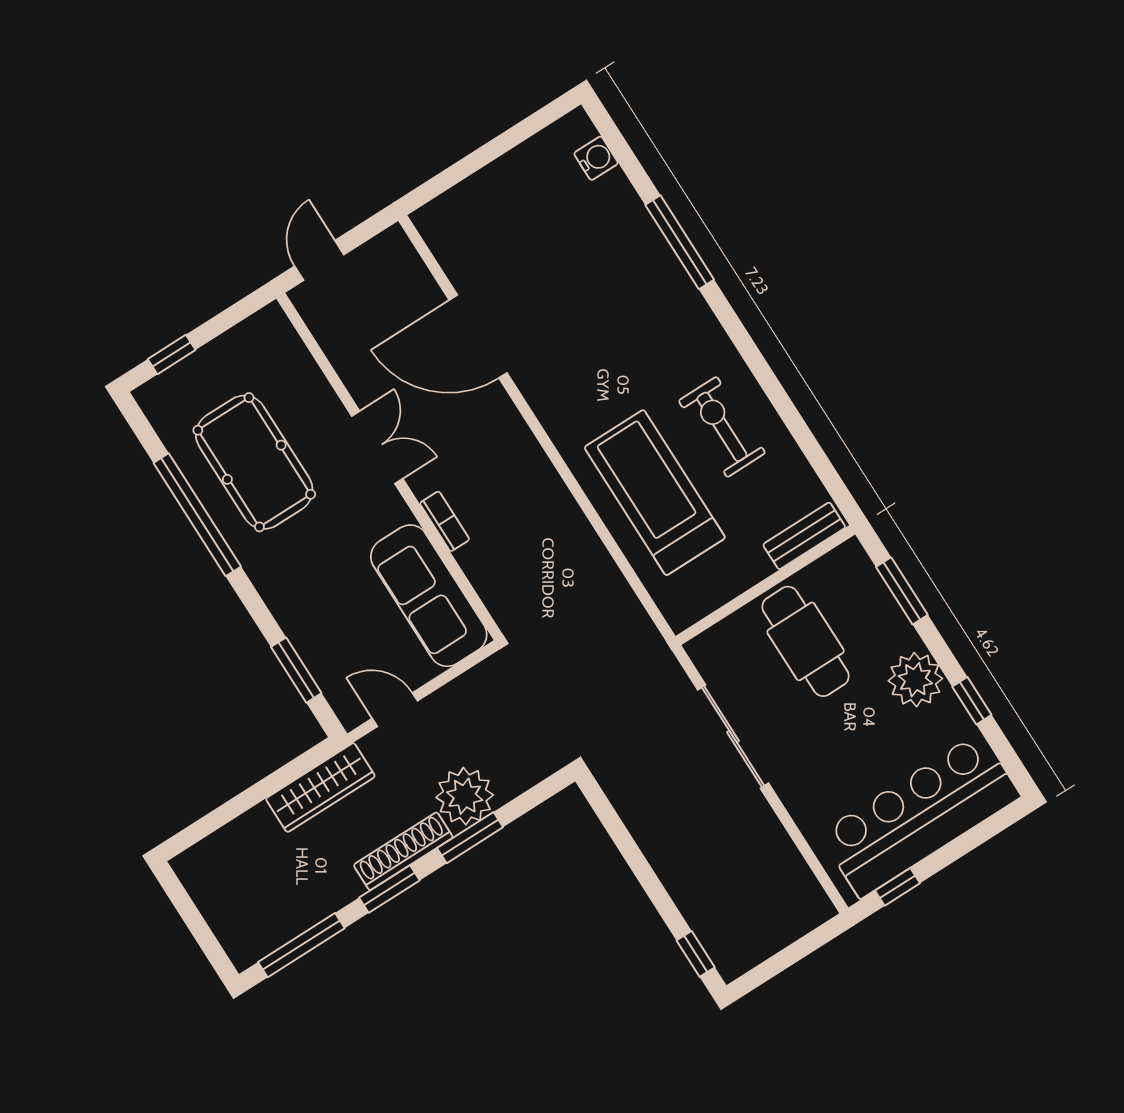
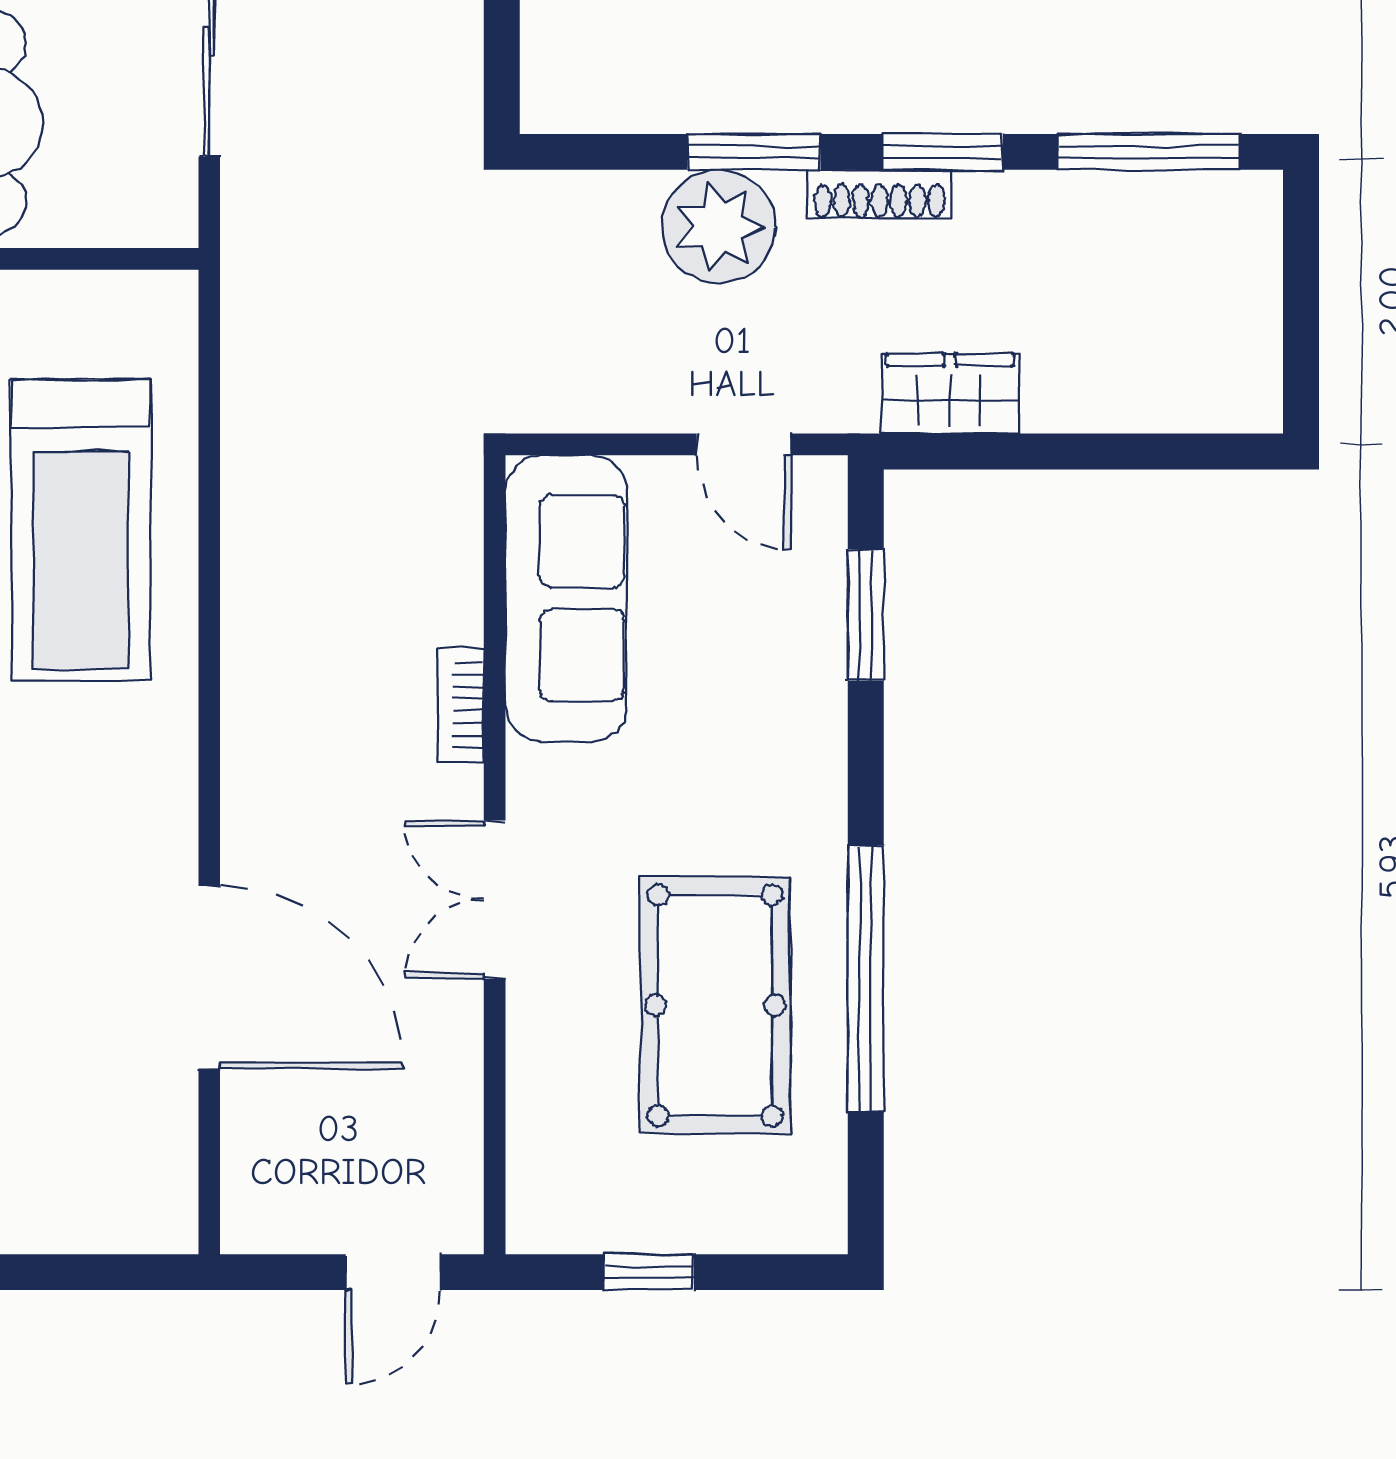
window: (172, 354) -> (649, 1272), moved
wardrobe: (320, 788) -> (950, 394), width x0.67
shoe rack: (403, 851) -> (880, 194), width x0.74, depth x0.81

